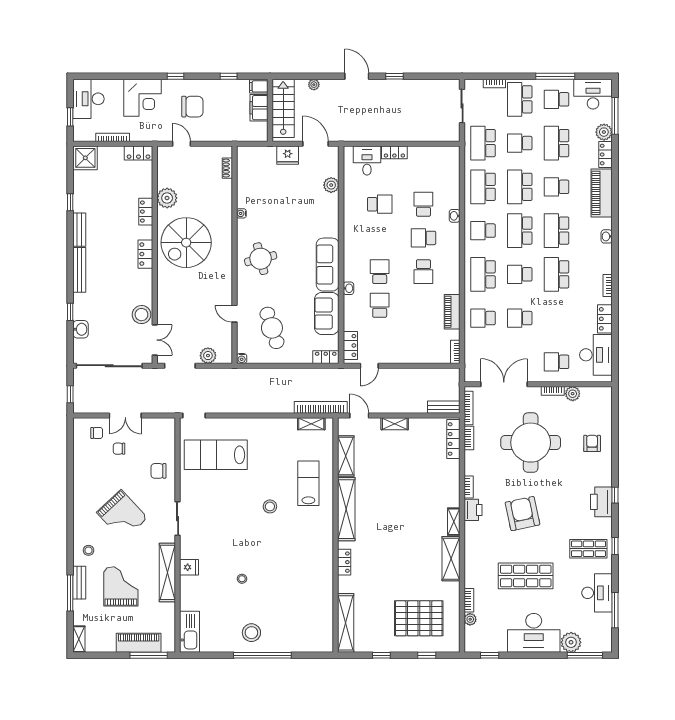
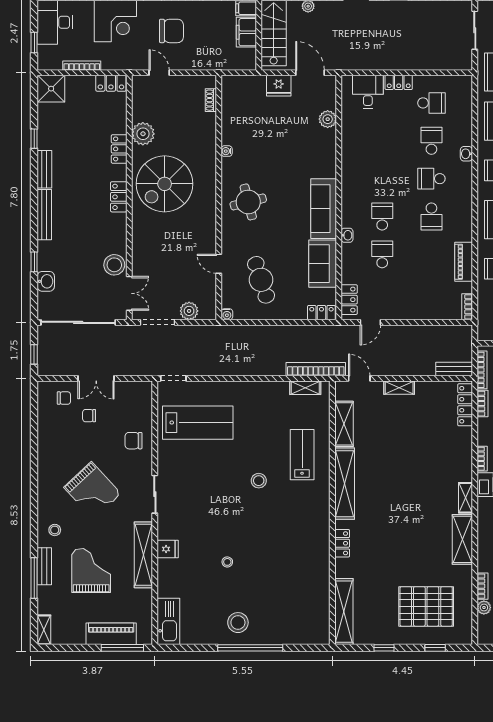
school desk: (380, 204) -> (431, 103), moved
lab bench: (216, 455) -> (198, 423), turned 180

